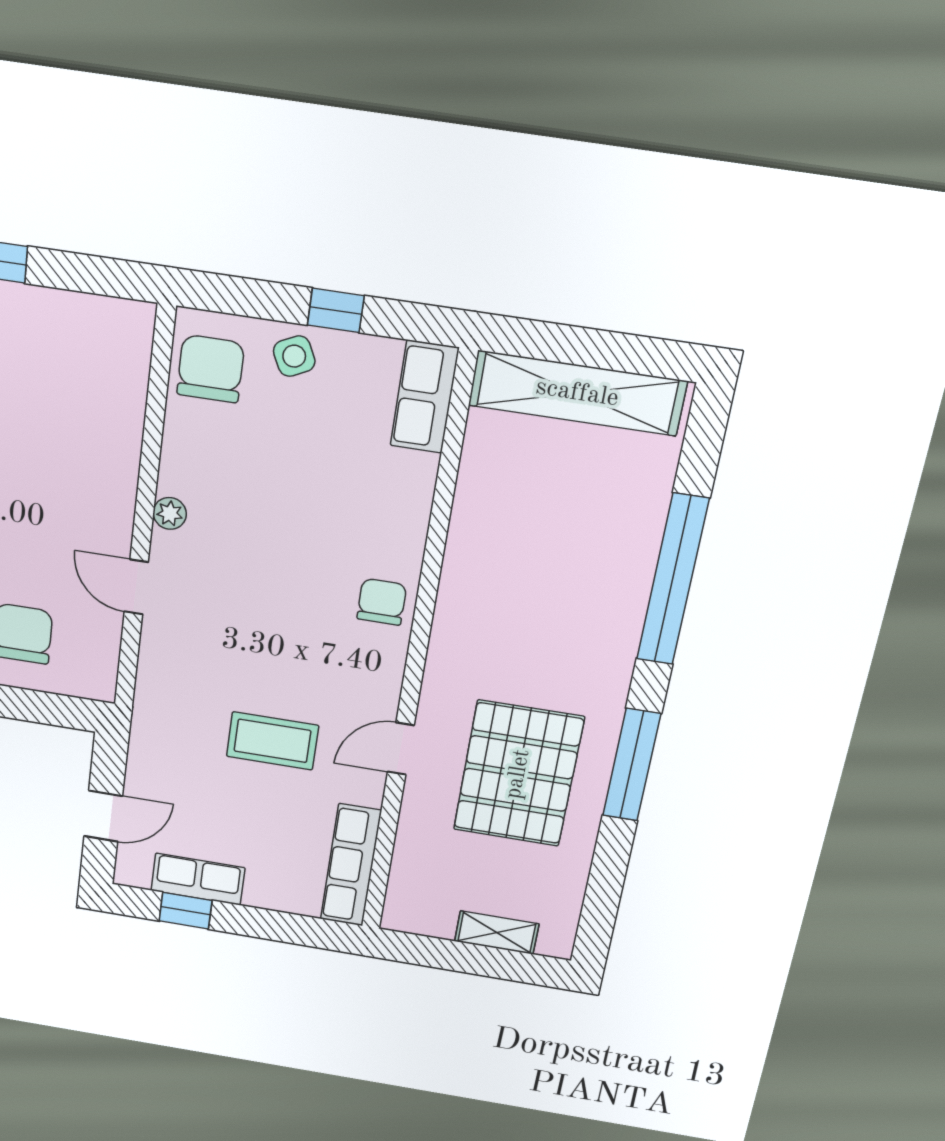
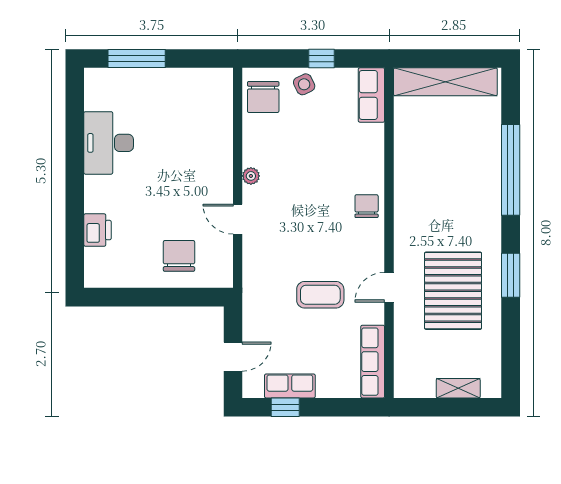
chair: (211, 369) -> (263, 97), turned 180
window: (632, 765) -> (511, 275), width x0.69

